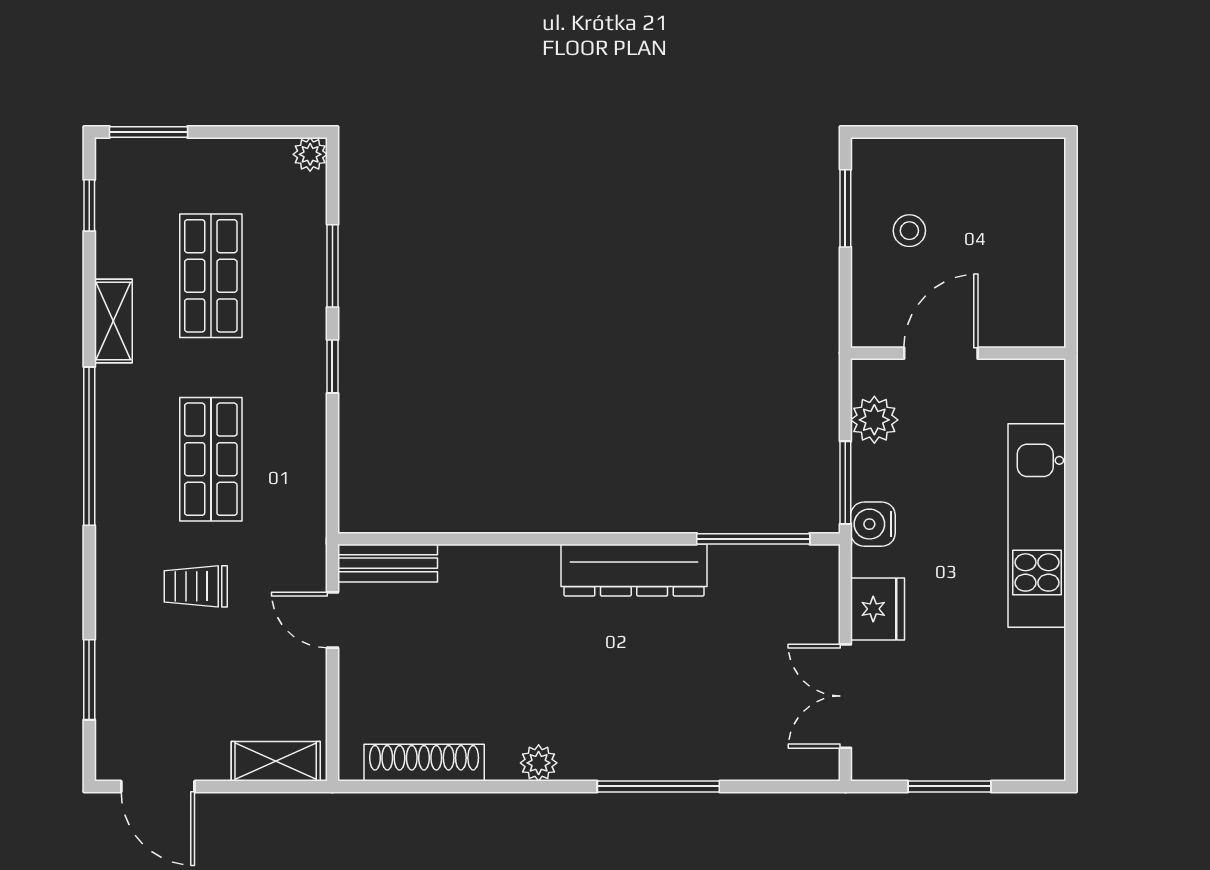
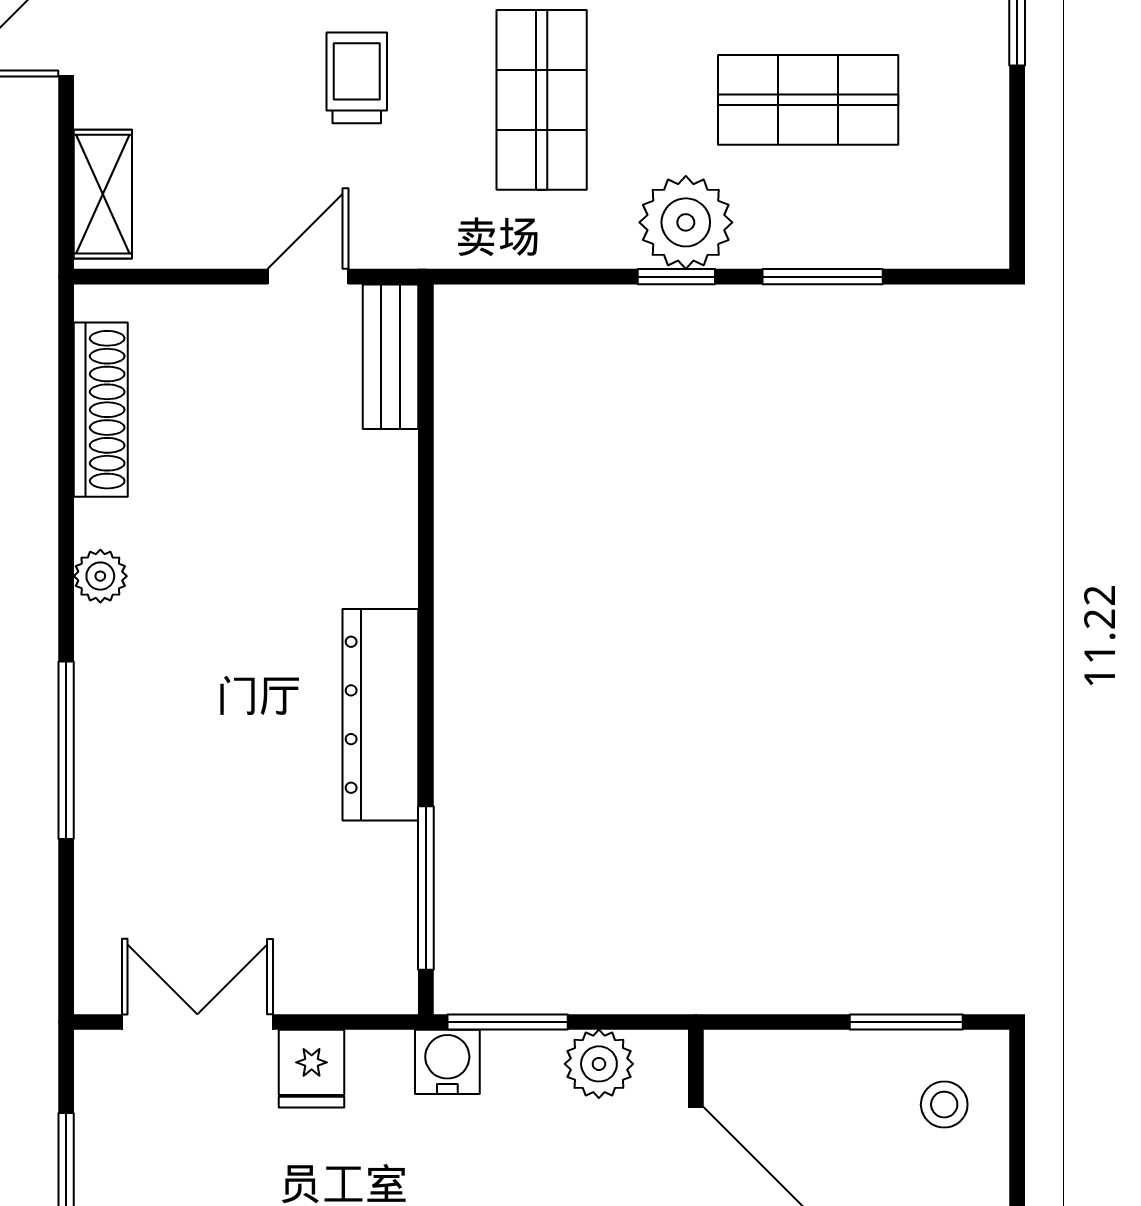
plant: (310, 154) -> (686, 222), moved, width x1.87, depth x1.87
stool: (909, 231) -> (944, 1105), moved
shop shelf: (211, 459) -> (542, 100), turned 90
fridge: (878, 609) -> (312, 1069), width x0.72

